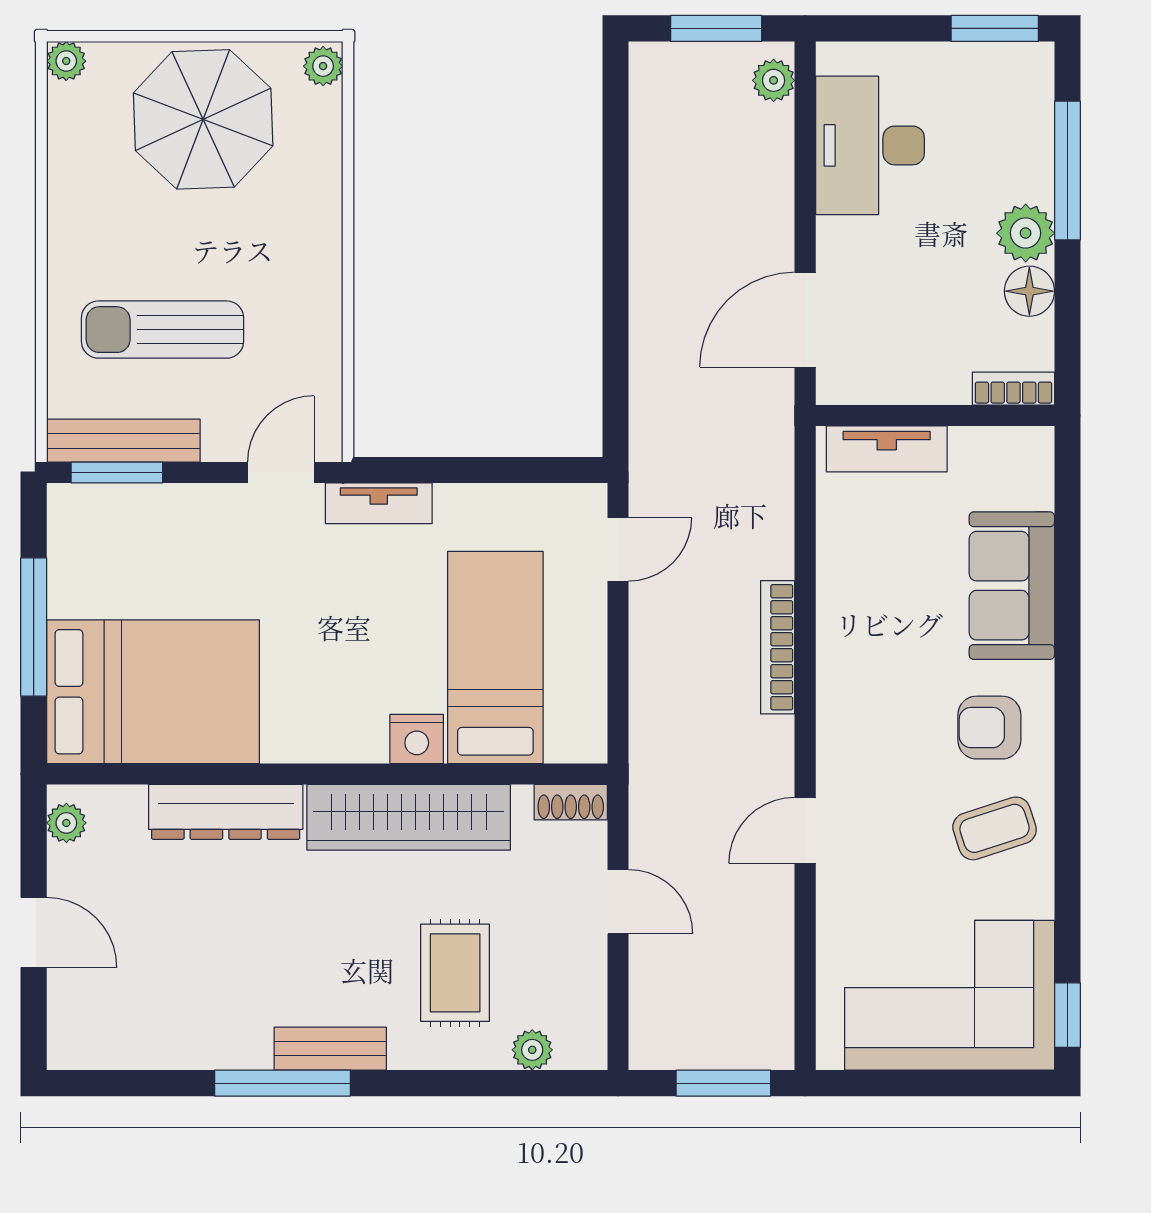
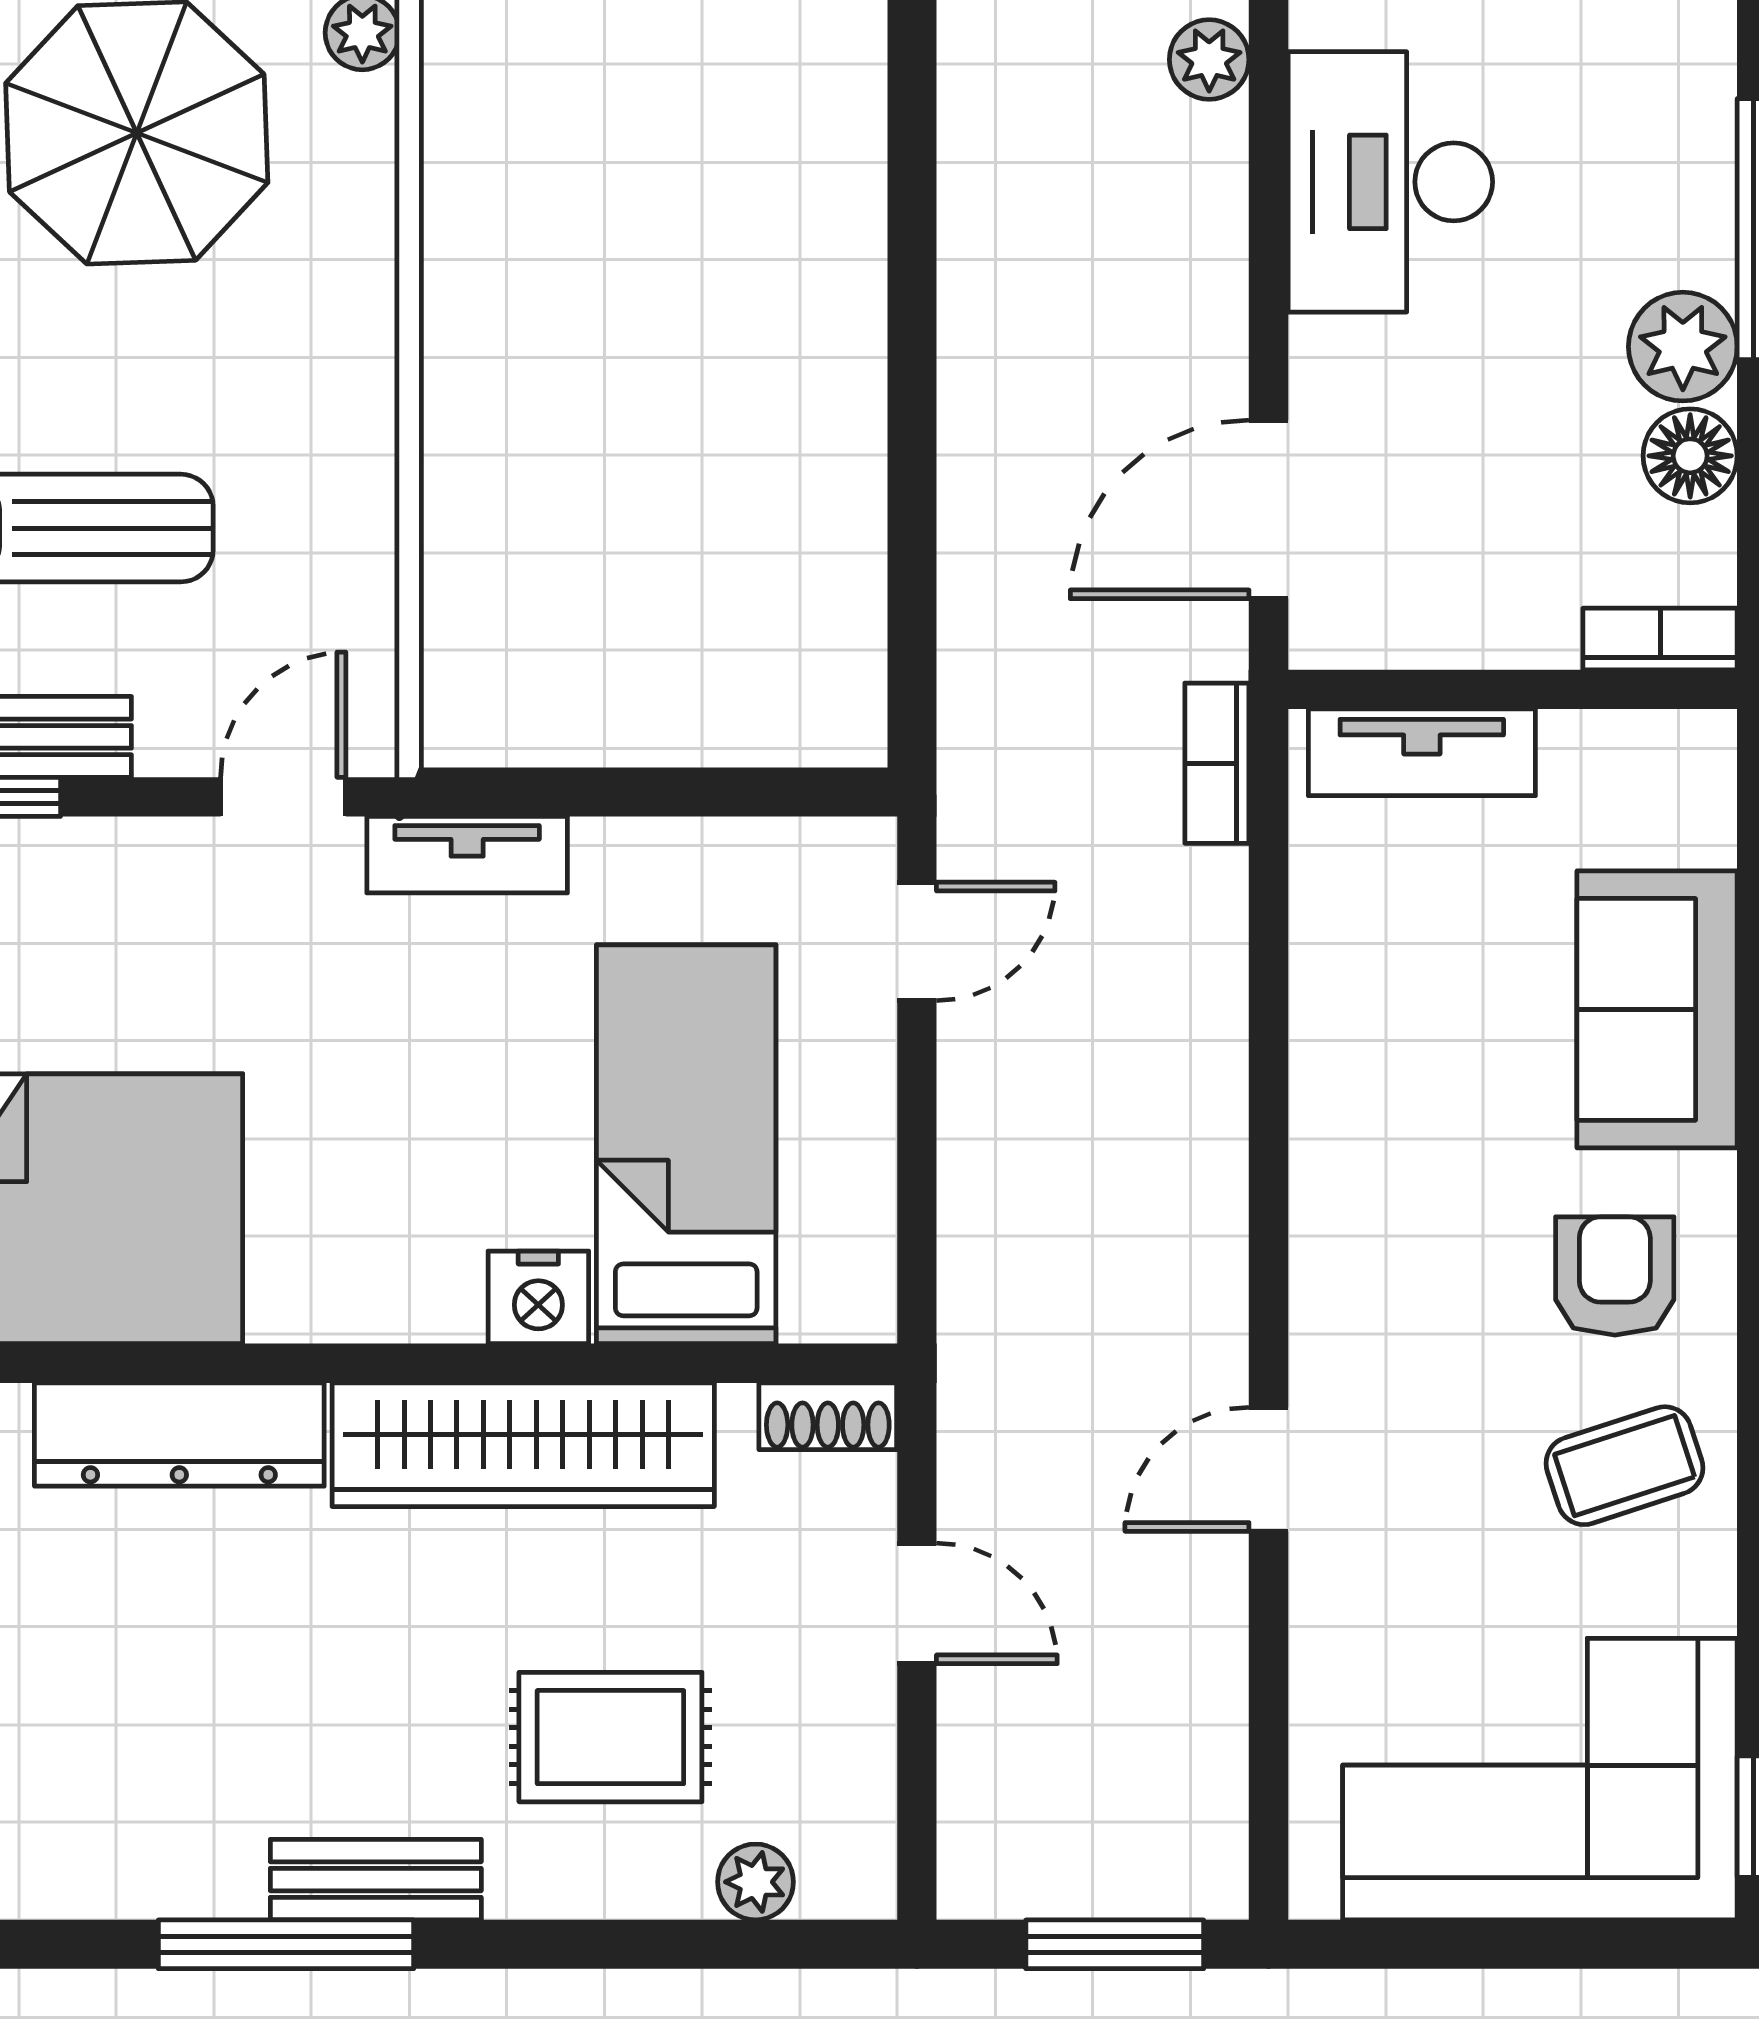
bookcase: (778, 647) -> (1217, 763), moved, width x0.64
armchair: (989, 728) -> (1615, 1276), turned 90
rug: (455, 973) -> (610, 1737), turned 90

